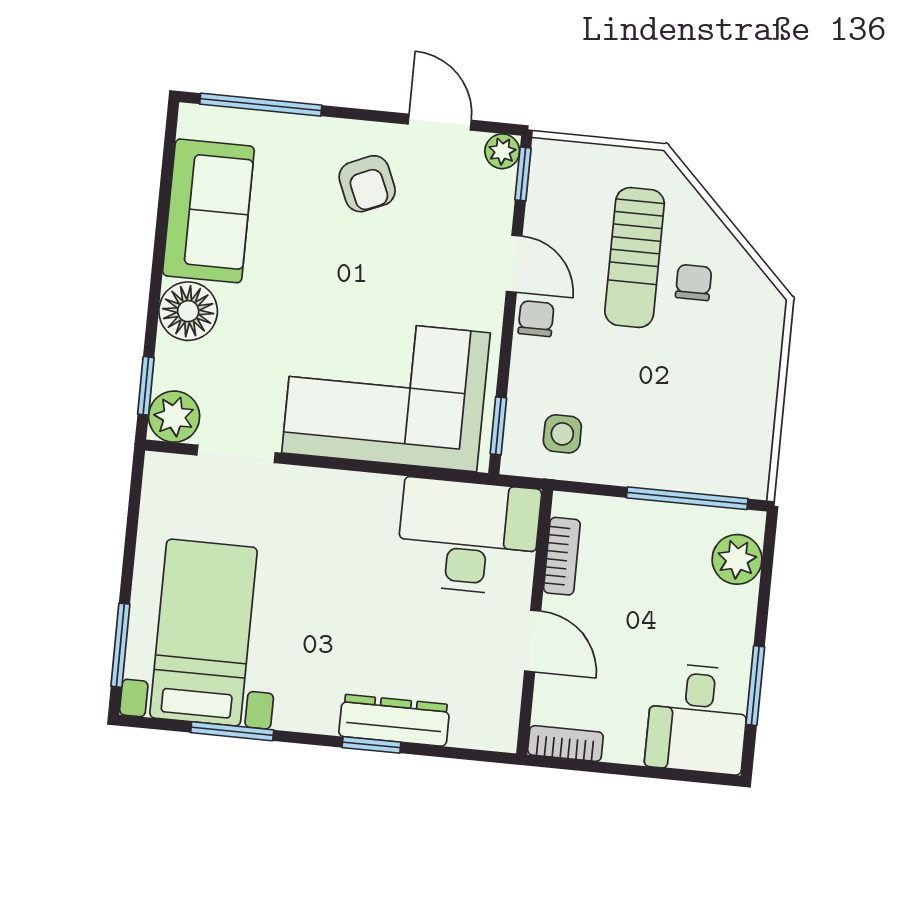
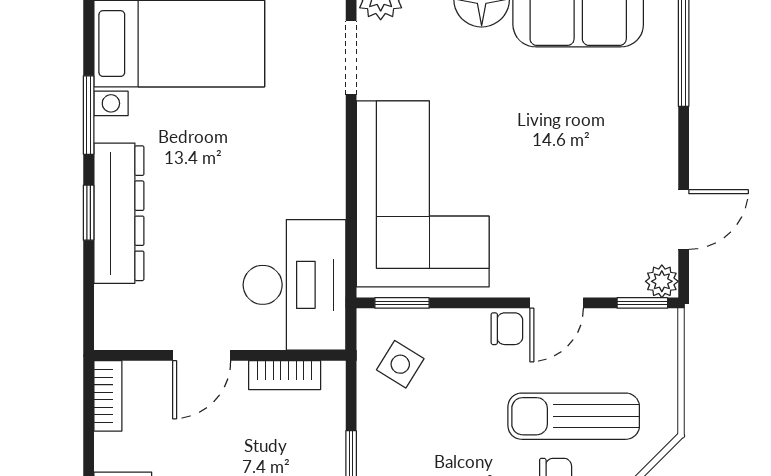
armchair: (367, 184) -> (619, 157), removed
side table: (562, 434) -> (400, 364), turned 32
dresser: (394, 720) -> (119, 213), width x1.37, depth x1.24
window: (232, 731) -> (89, 115), moved

